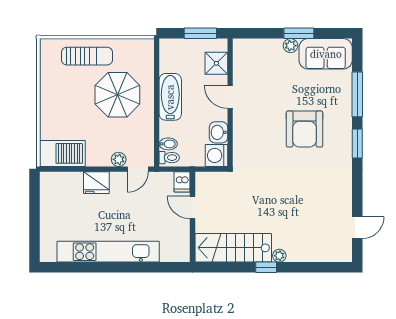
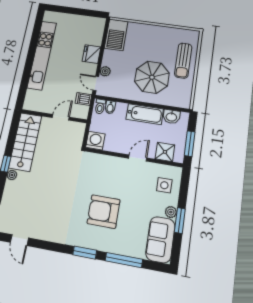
side table: (259, 58) -> (164, 185), added
washbasin: (219, 132) -> (171, 117), moved, turned 180
dishwasher: (182, 182) -> (83, 99), moved

